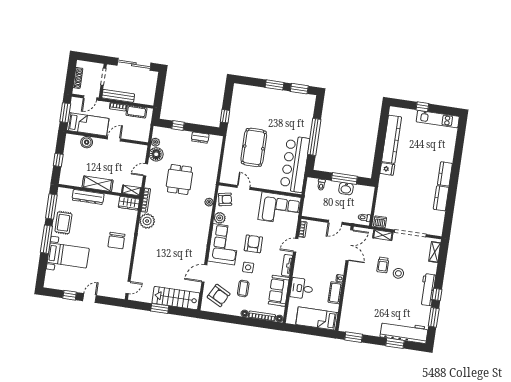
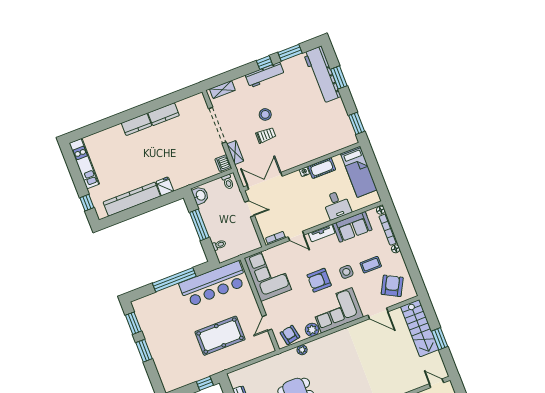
window: (422, 107) -> (87, 203), moved
washbasin: (346, 189) -> (200, 195), moved

